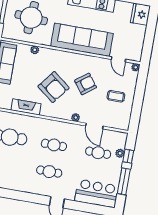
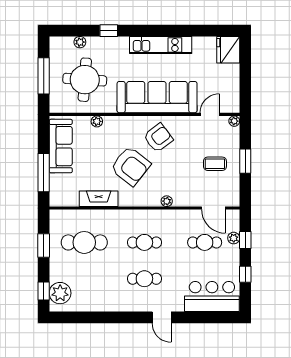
door: (119, 59) -> (210, 114), swing flipped
armchair: (86, 84) -> (158, 138), moved
window: (138, 98) -> (245, 161), added
door: (94, 126) -> (213, 208), moved
window: (124, 181) -> (245, 274), width x0.46

